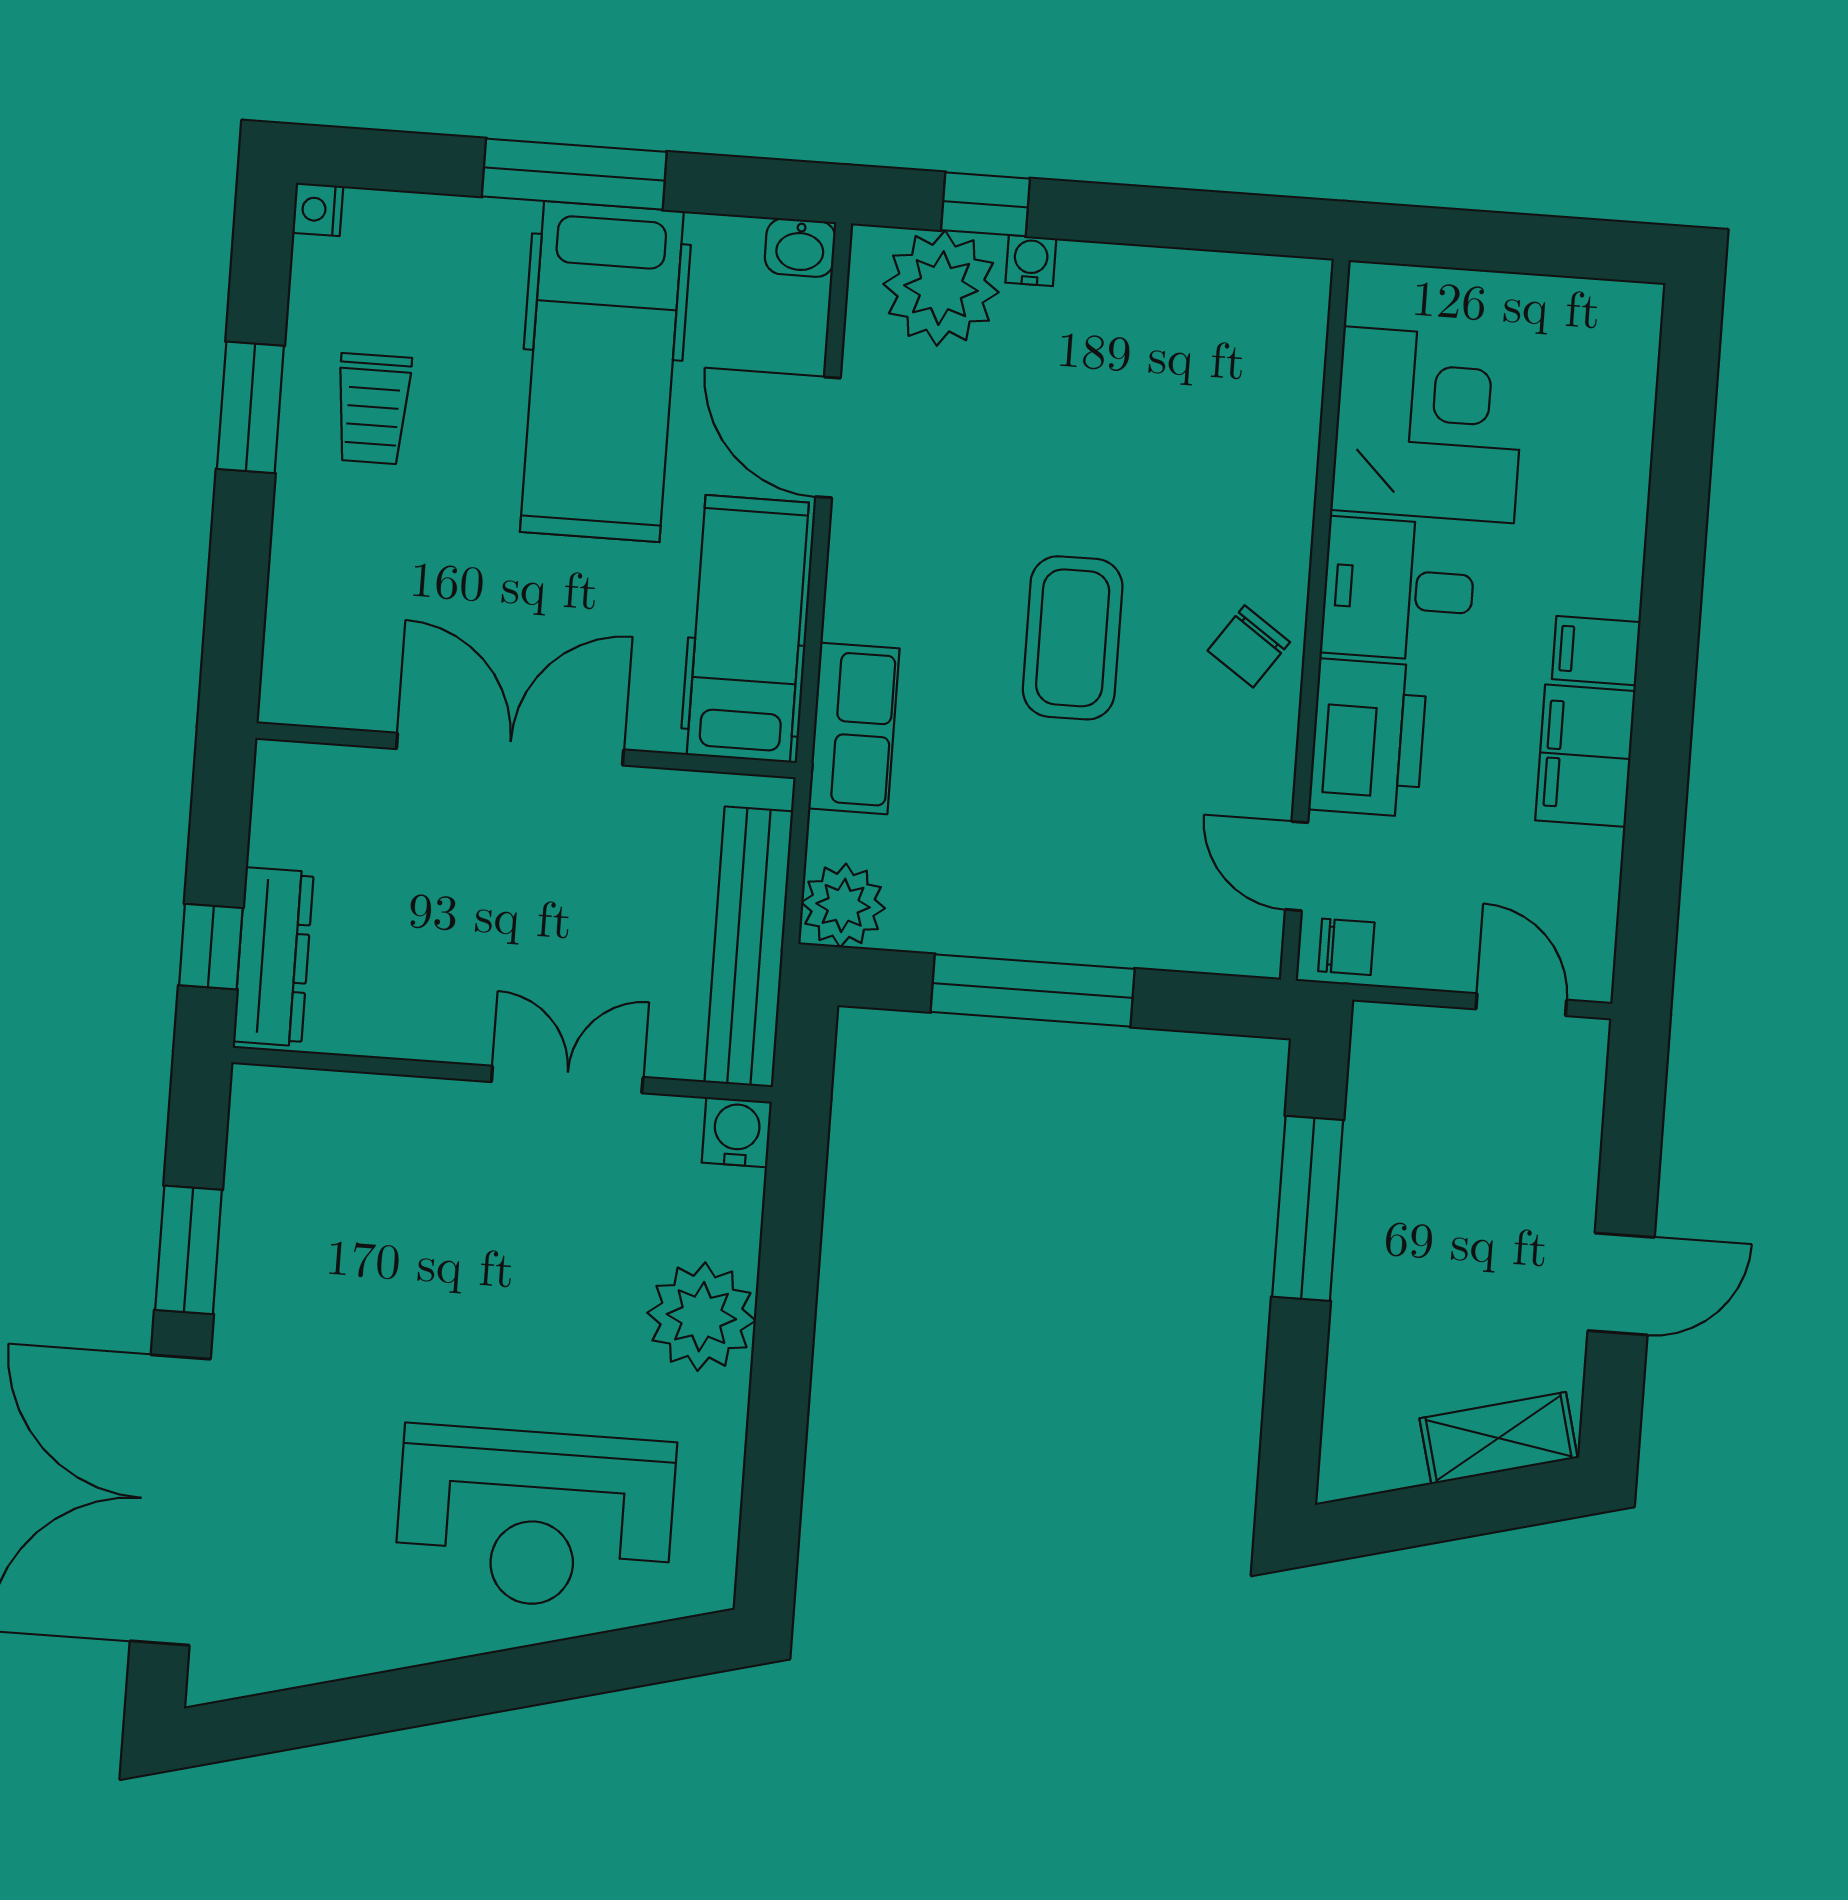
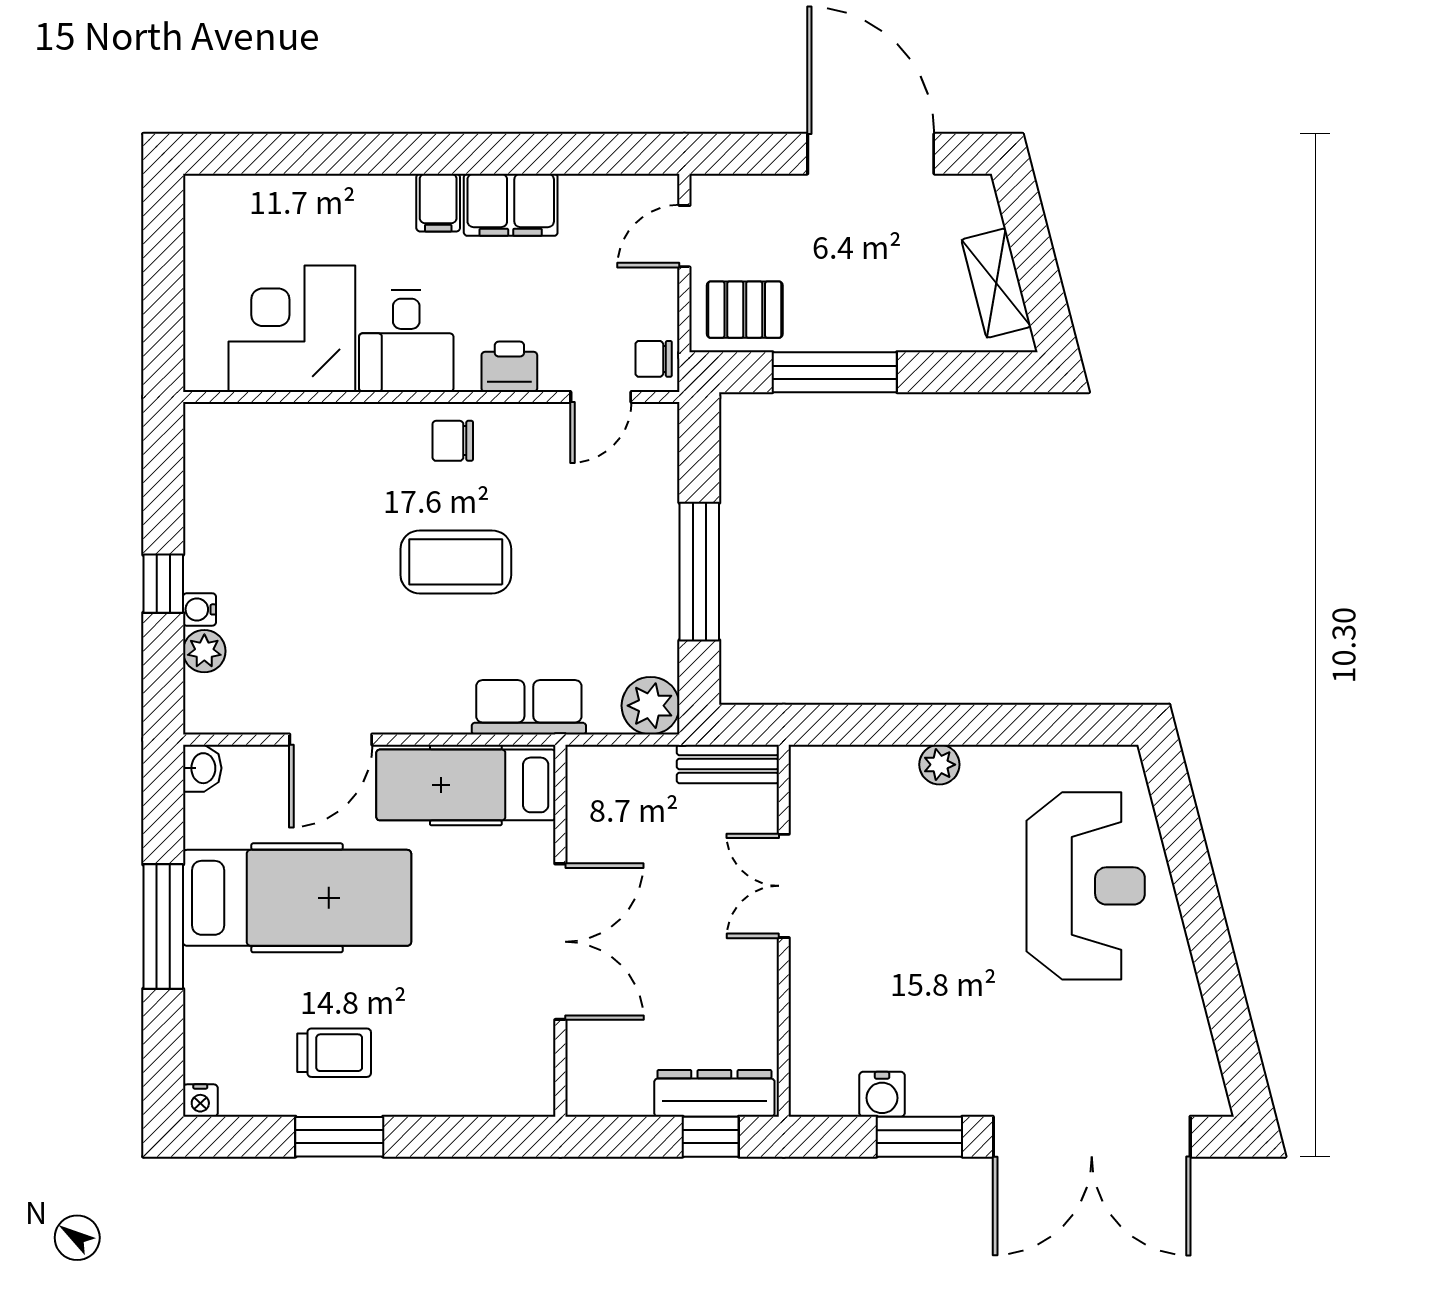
window: (985, 204) -> (163, 584), moved
plant: (941, 288) -> (204, 651), width x0.53, depth x0.53
chair: (1249, 646) -> (453, 441), turned 145
printer: (1368, 738) -> (509, 367), width x0.53, depth x0.68
double door: (510, 749) -> (560, 942), swing flipped
bench: (749, 947) -> (728, 764), width x0.54, depth x0.82
chair: (1346, 947) -> (654, 359), turned -90
pallet: (1408, 1084) -> (745, 310), added
water cooler: (737, 1132) -> (882, 1094), moved, turned -90
door: (1621, 1284) -> (871, 154), width x1.87
plant: (701, 1317) -> (939, 765), width x0.53, depth x0.53
shelving: (1499, 1438) -> (996, 283), moved

